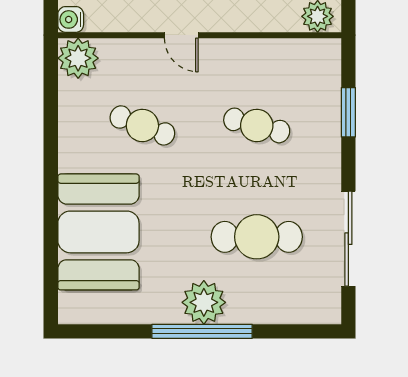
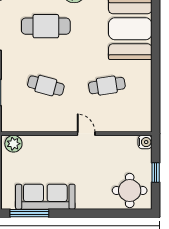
plant: (78, 58) -> (141, 121), removed
cafe table: (142, 125) -> (107, 86), turned -30

